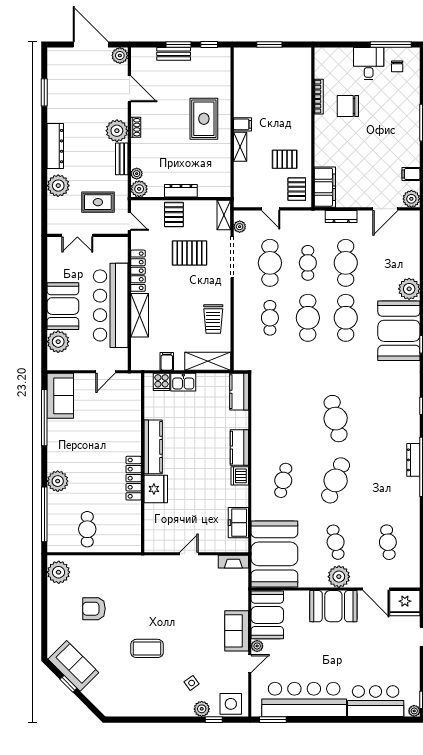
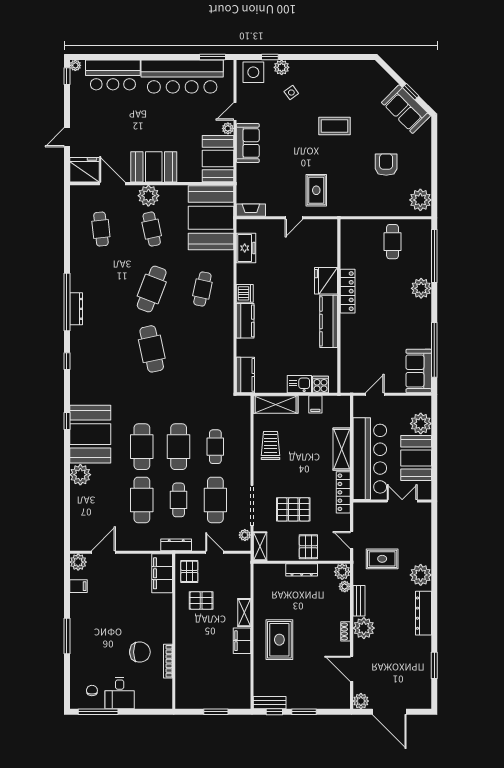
bench: (174, 54) -> (270, 703), moved
filing cabinet: (242, 124) -> (242, 641), width x2.00
dresser: (341, 216) -> (176, 545), moved
double door: (77, 235) -> (402, 501), moved
wall: (88, 235) -> (392, 501), moved
rug: (166, 582) -> (316, 190), added
armchair: (94, 609) -> (386, 165), turned -90

